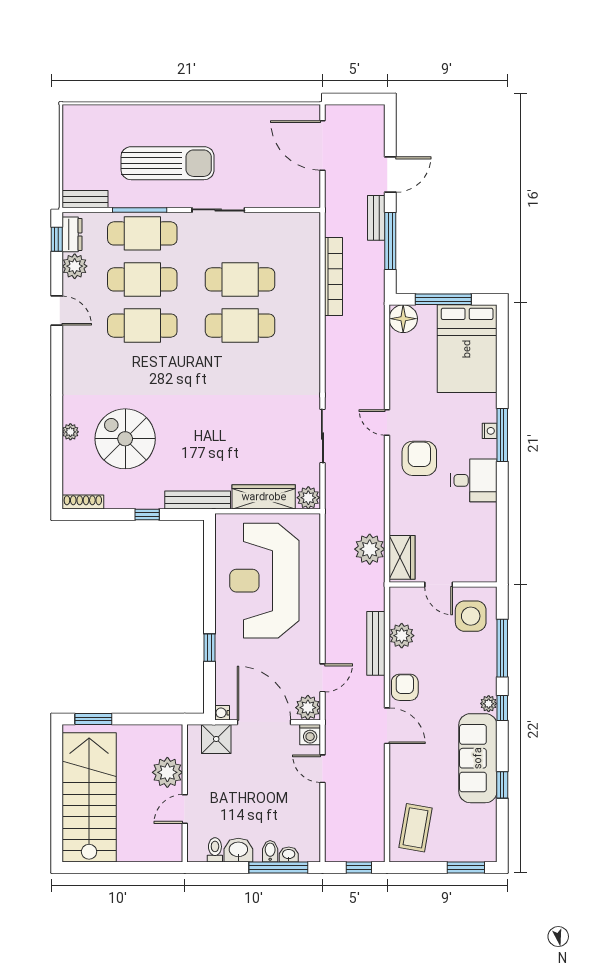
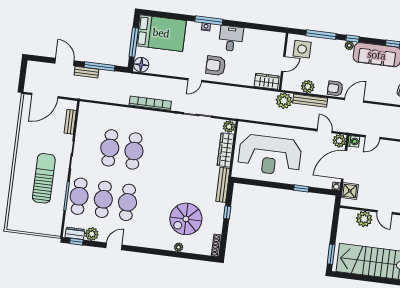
bench: (85, 199) -> (70, 122), moved
bookcase: (334, 276) -> (150, 103), moved
plant: (370, 549) -> (284, 101), moved

